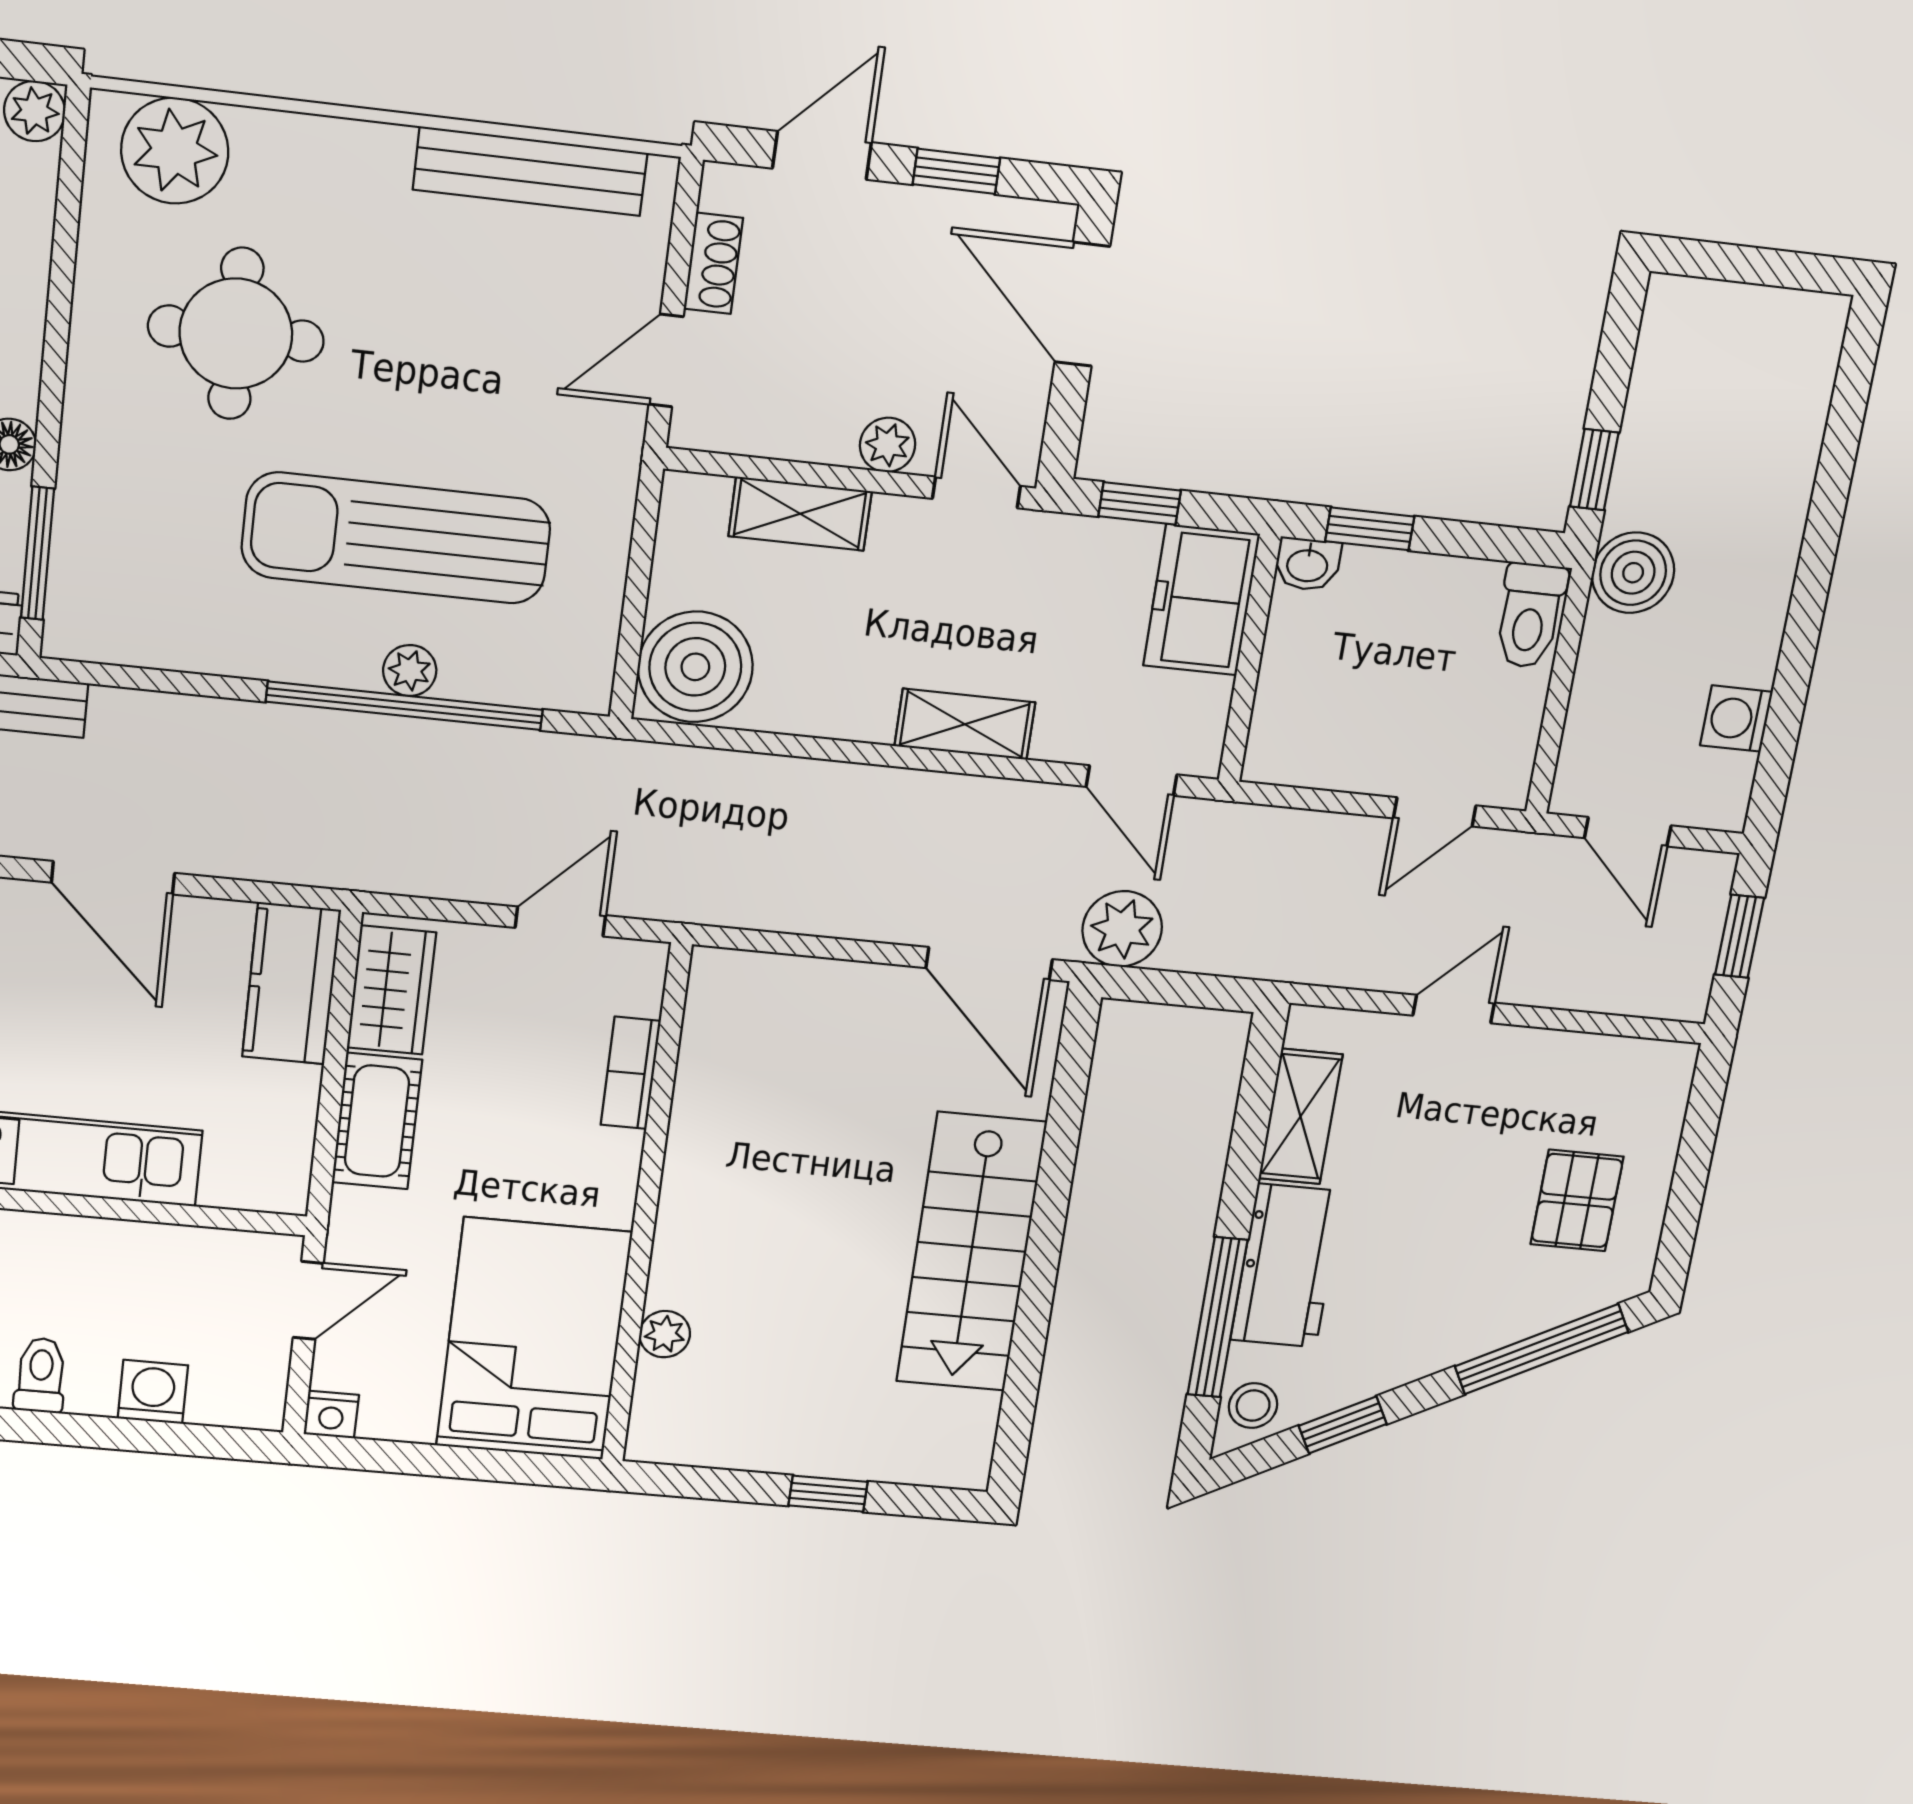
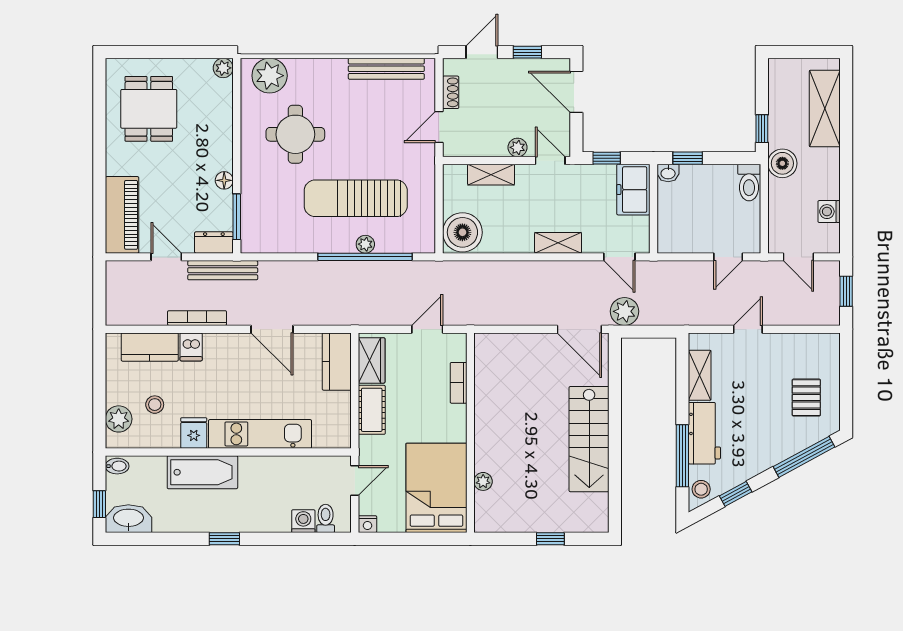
shelving: (1782, 433) -> (825, 109), added
toilet: (41, 1375) -> (326, 518), moved

